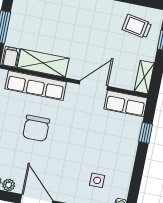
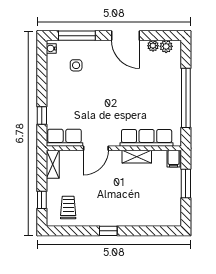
trolley: (137, 26) -> (68, 207), turned -100
shelving: (43, 63) -> (137, 157), width x0.67, depth x0.75
chair: (36, 128) -> (139, 100), removed

